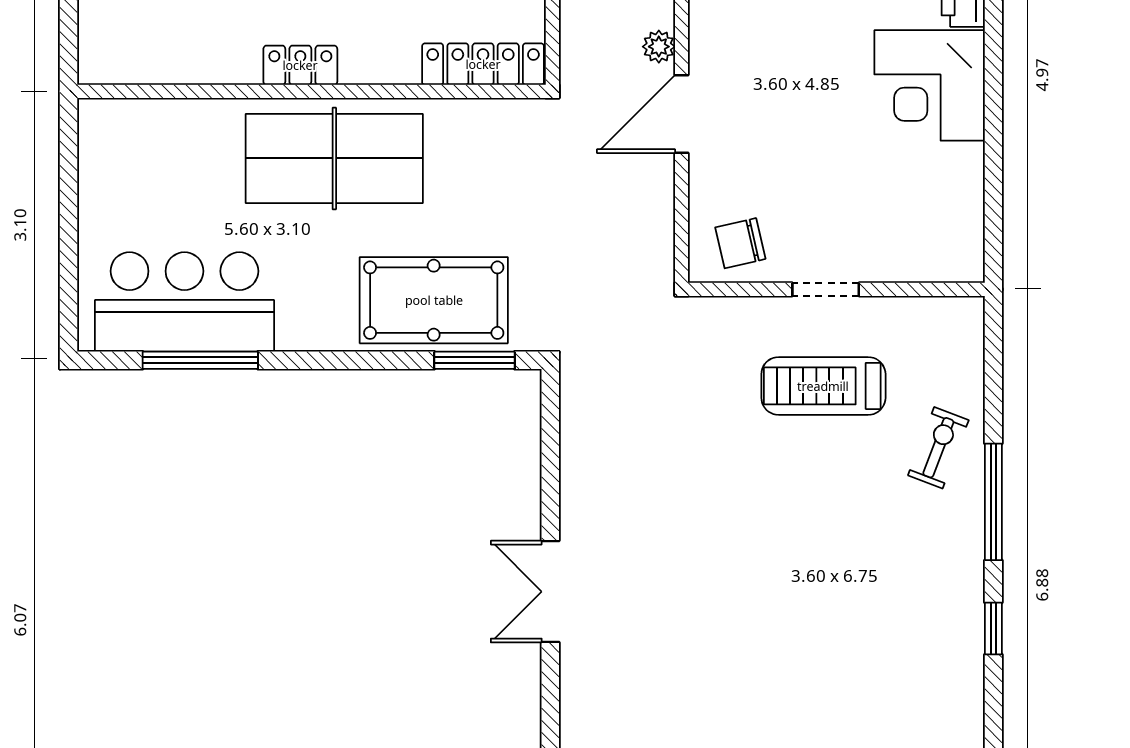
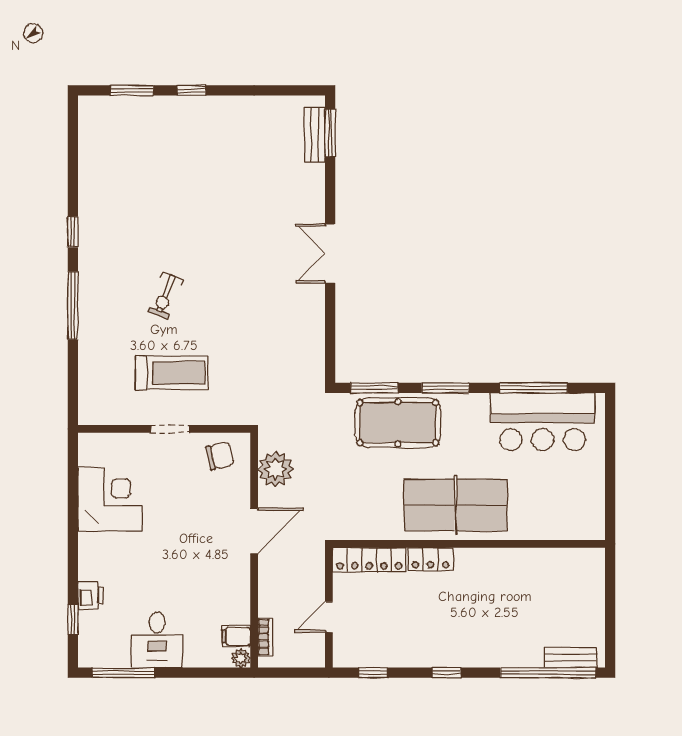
plant: (659, 47) -> (275, 469), moved, width x1.87, depth x1.87
locker: (300, 65) -> (431, 559), moved
corner desk: (930, 85) -> (110, 499), moved
window: (352, 360) -> (445, 388), added
exercise bike: (938, 448) -> (165, 295), moved
double door: (550, 592) -> (330, 253), swing flipped

